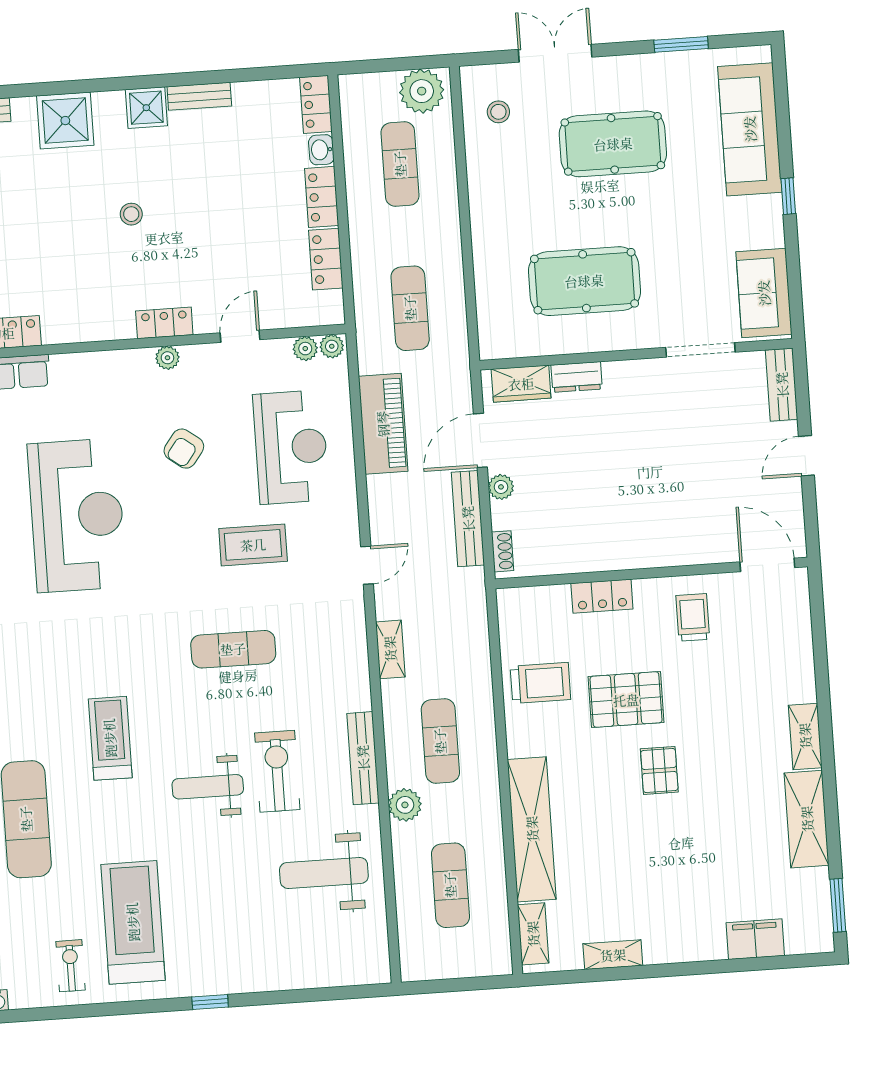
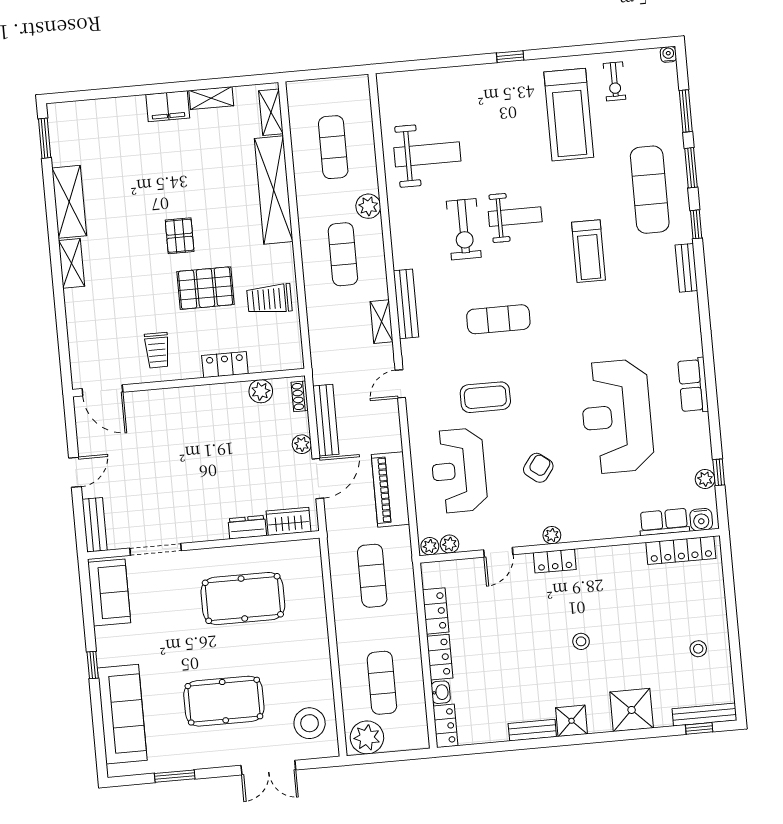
stool: (498, 112) -> (310, 723), width x1.89, depth x1.89
plant: (555, 559) -> (261, 391), added
bench: (363, 758) -> (406, 304), moved
filing cabinet: (755, 939) -> (168, 106), moved

